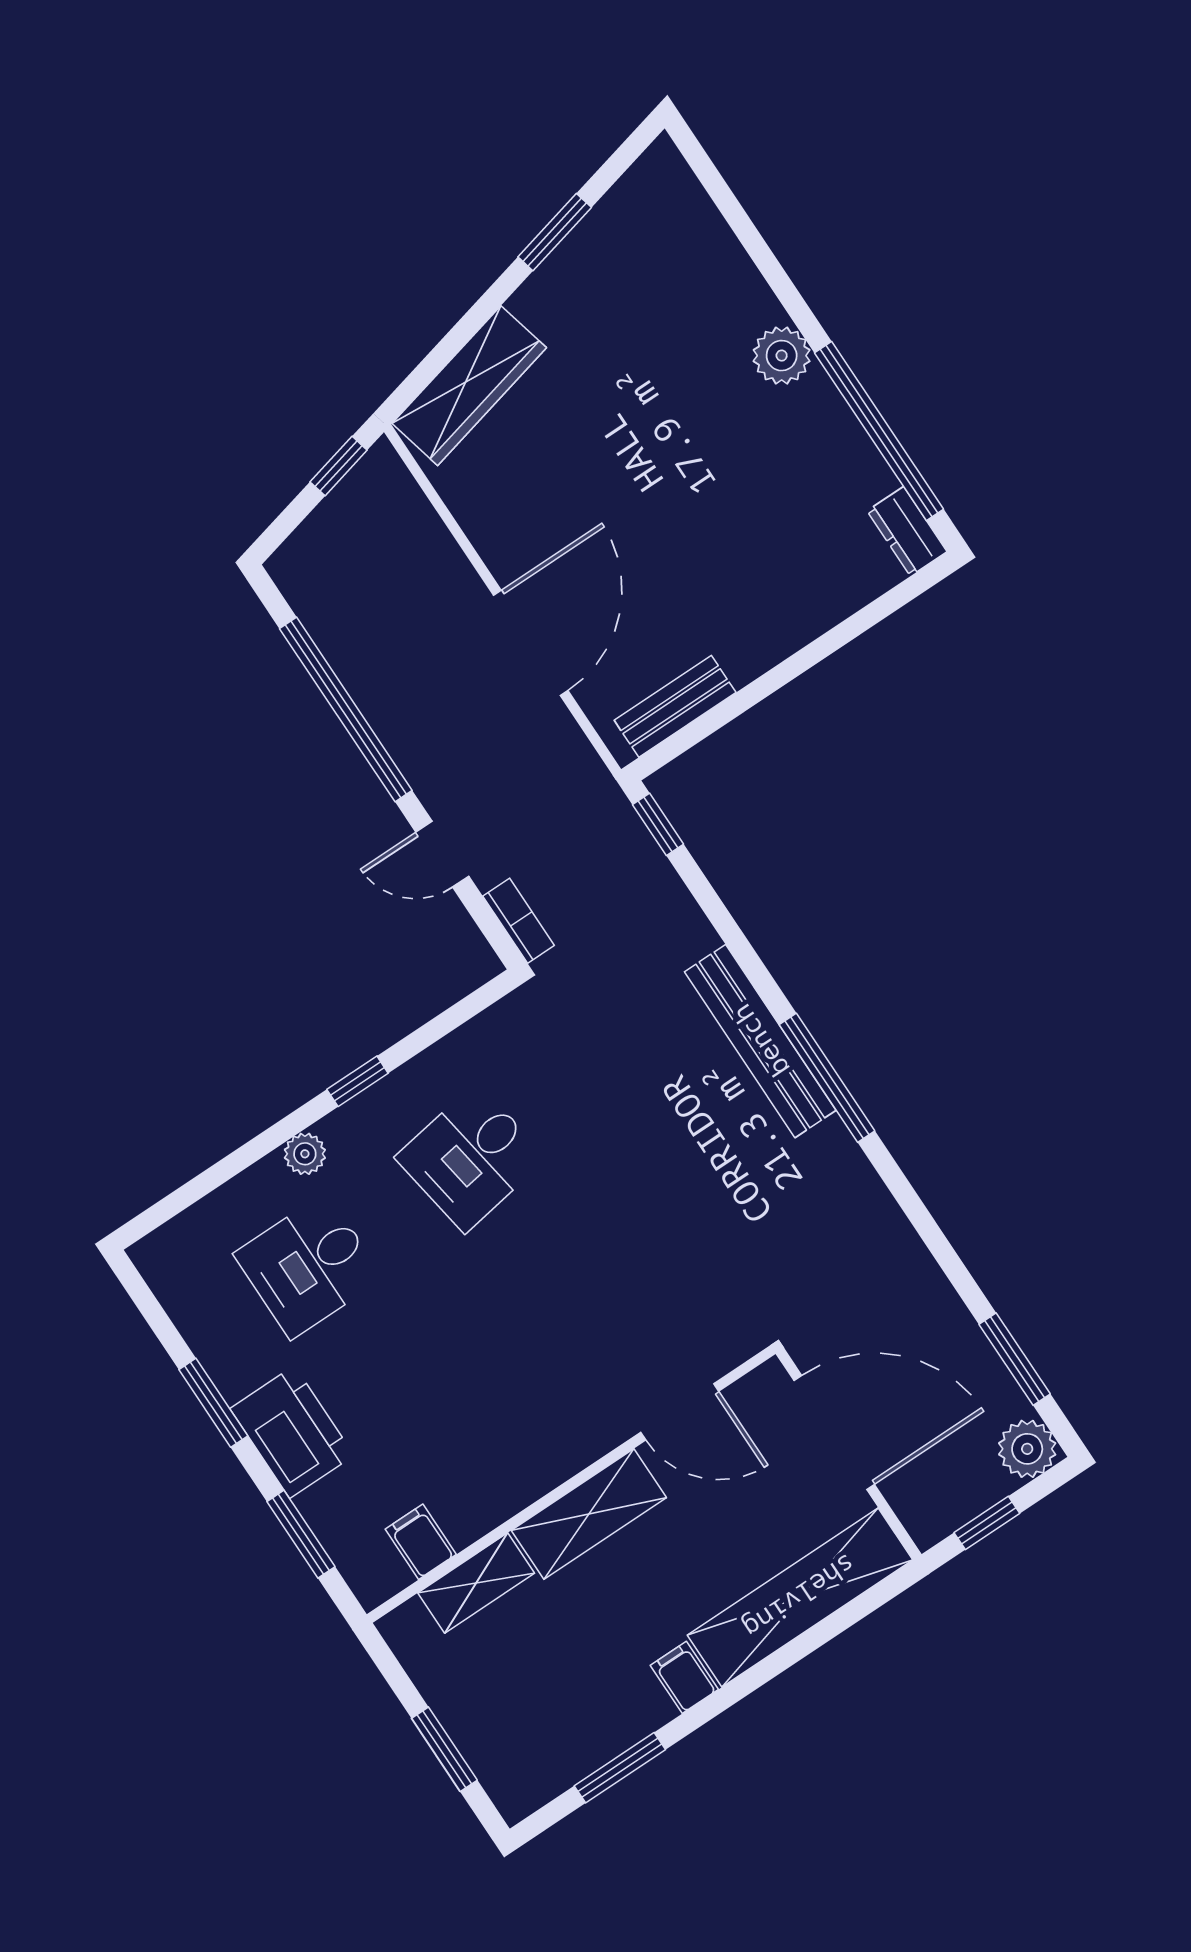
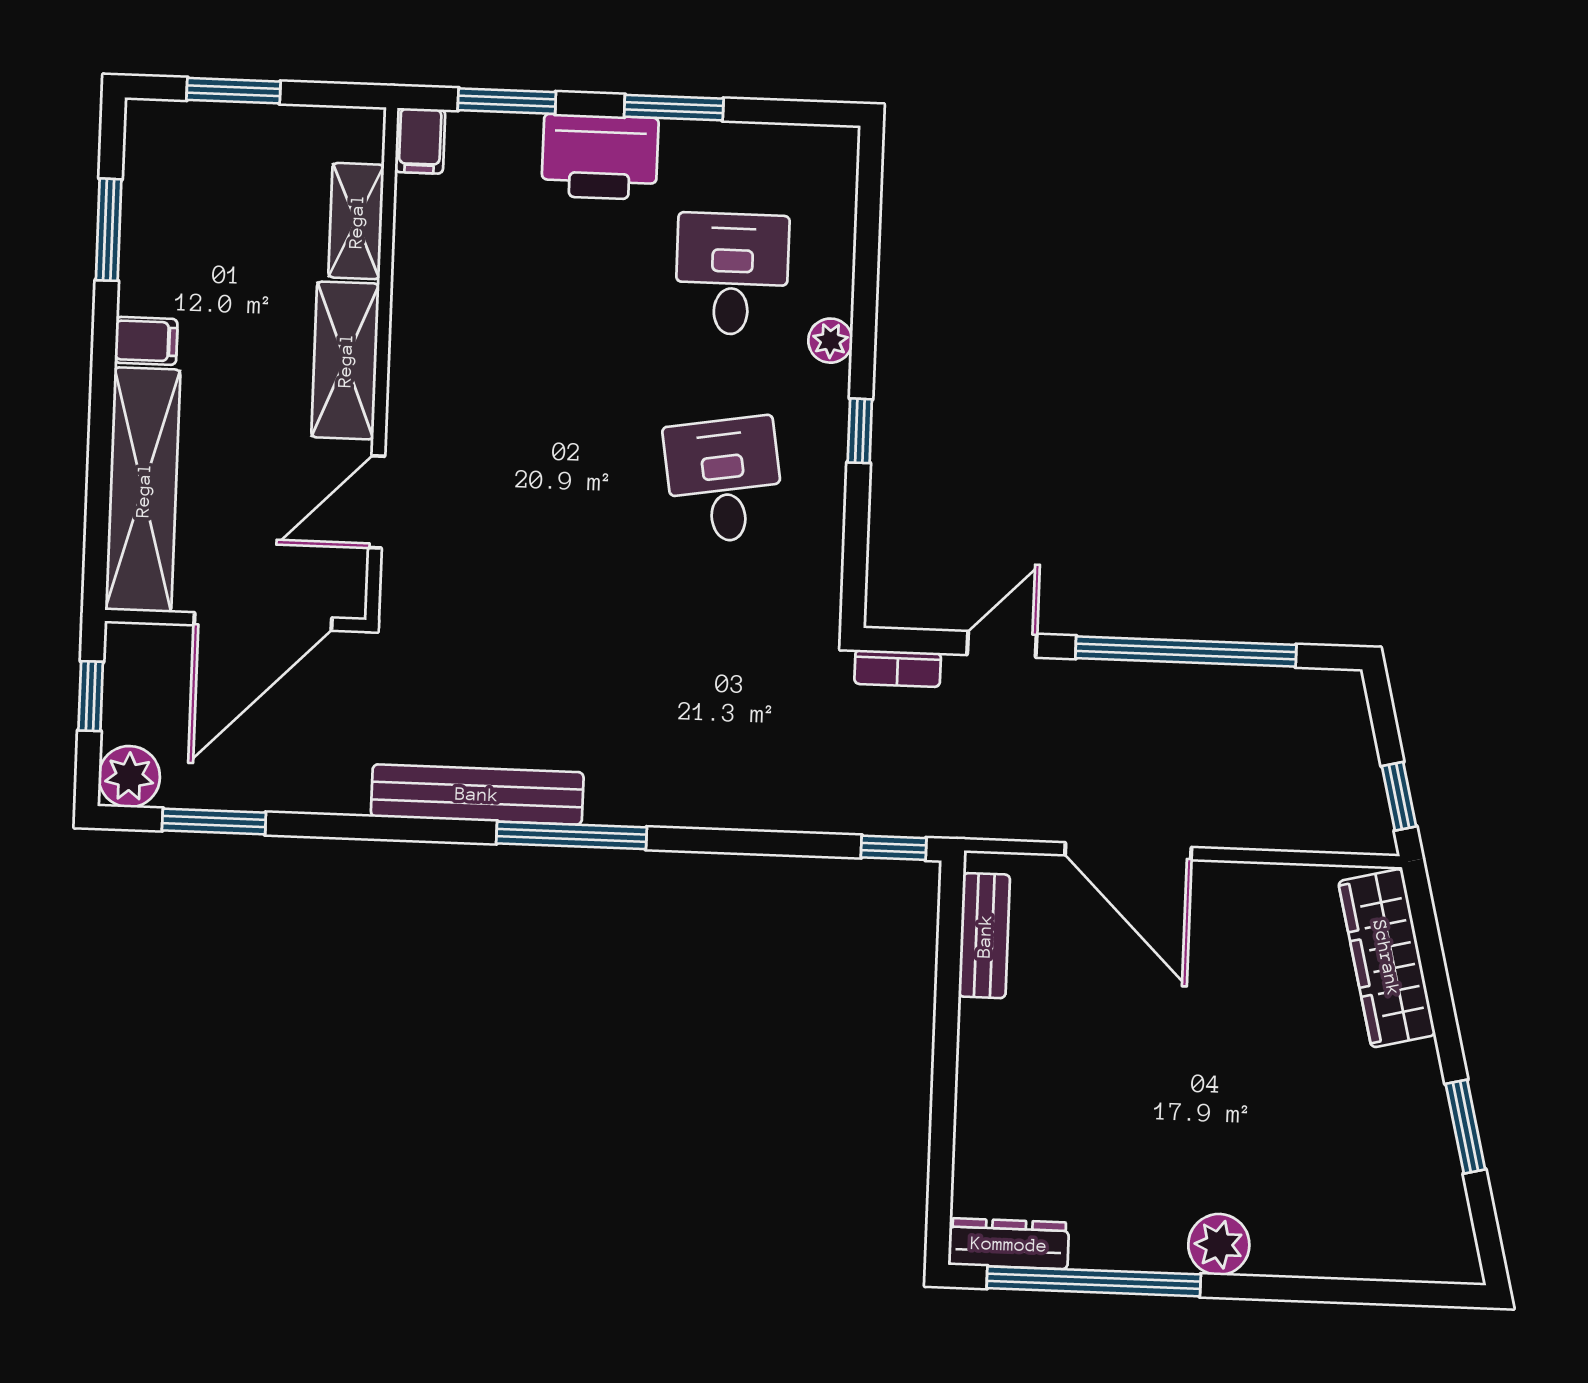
dresser: (907, 531) -> (1009, 1244), width x1.44
bench: (760, 1041) -> (477, 794), moved
filing cabinet: (421, 1542) -> (420, 141), moved, turned 90

